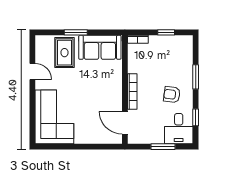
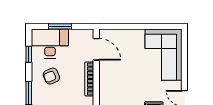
armchair: (172, 95) -> (51, 76), turned 150
desk: (179, 129) -> (50, 44), width x1.37

